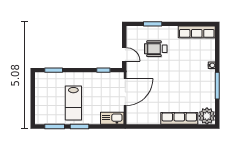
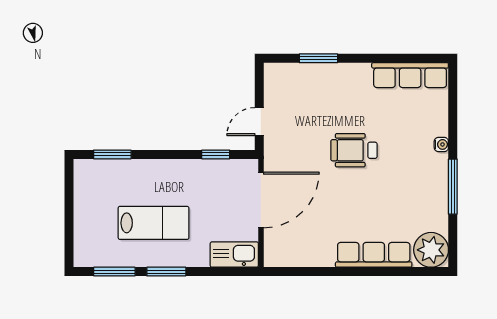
wheelchair: (156, 49) -> (354, 150), moved
door: (124, 54) -> (259, 122), swing flipped
lab bench: (73, 103) -> (154, 223), turned -90

